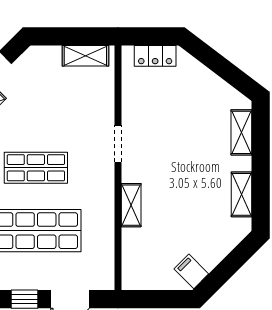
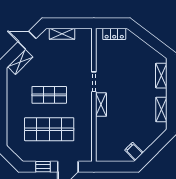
shelving: (85, 56) -> (62, 34), moved
shelving: (131, 205) -> (101, 105), moved

